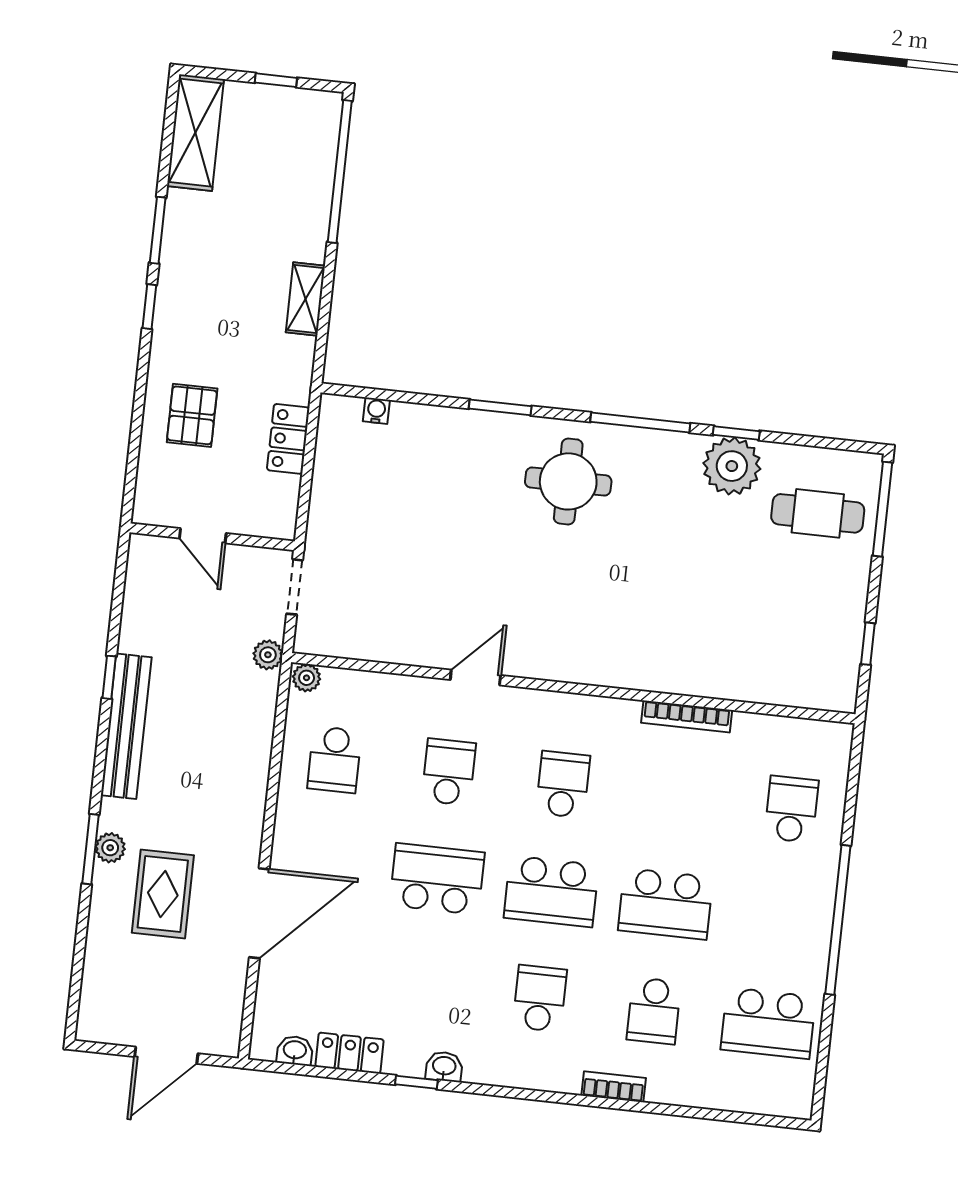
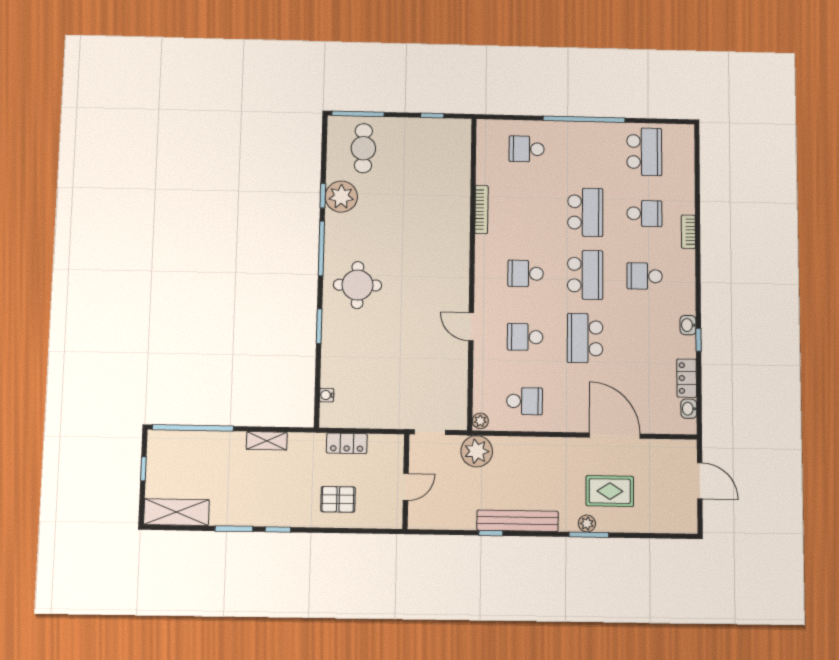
plant: (268, 655) -> (477, 451), width x1.88, depth x1.88

